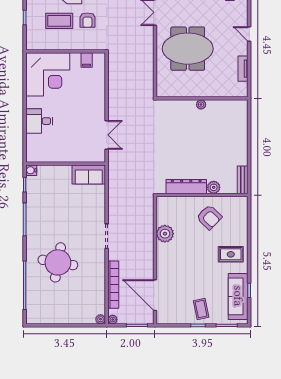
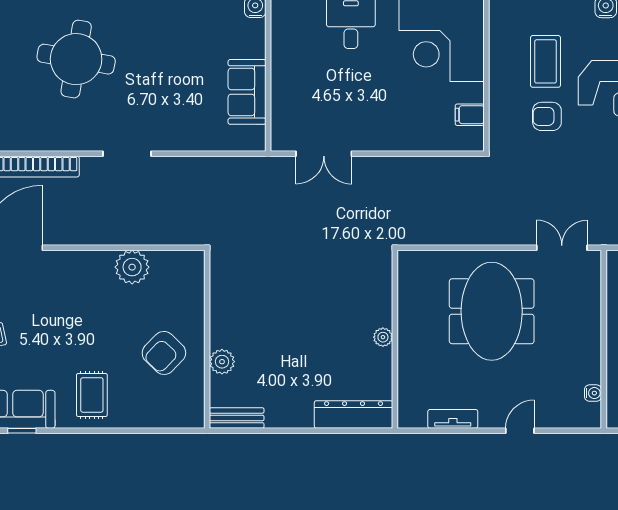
sofa: (89, 174) -> (247, 92), moved
dresser: (186, 187) -> (353, 414), moved, turned -90

